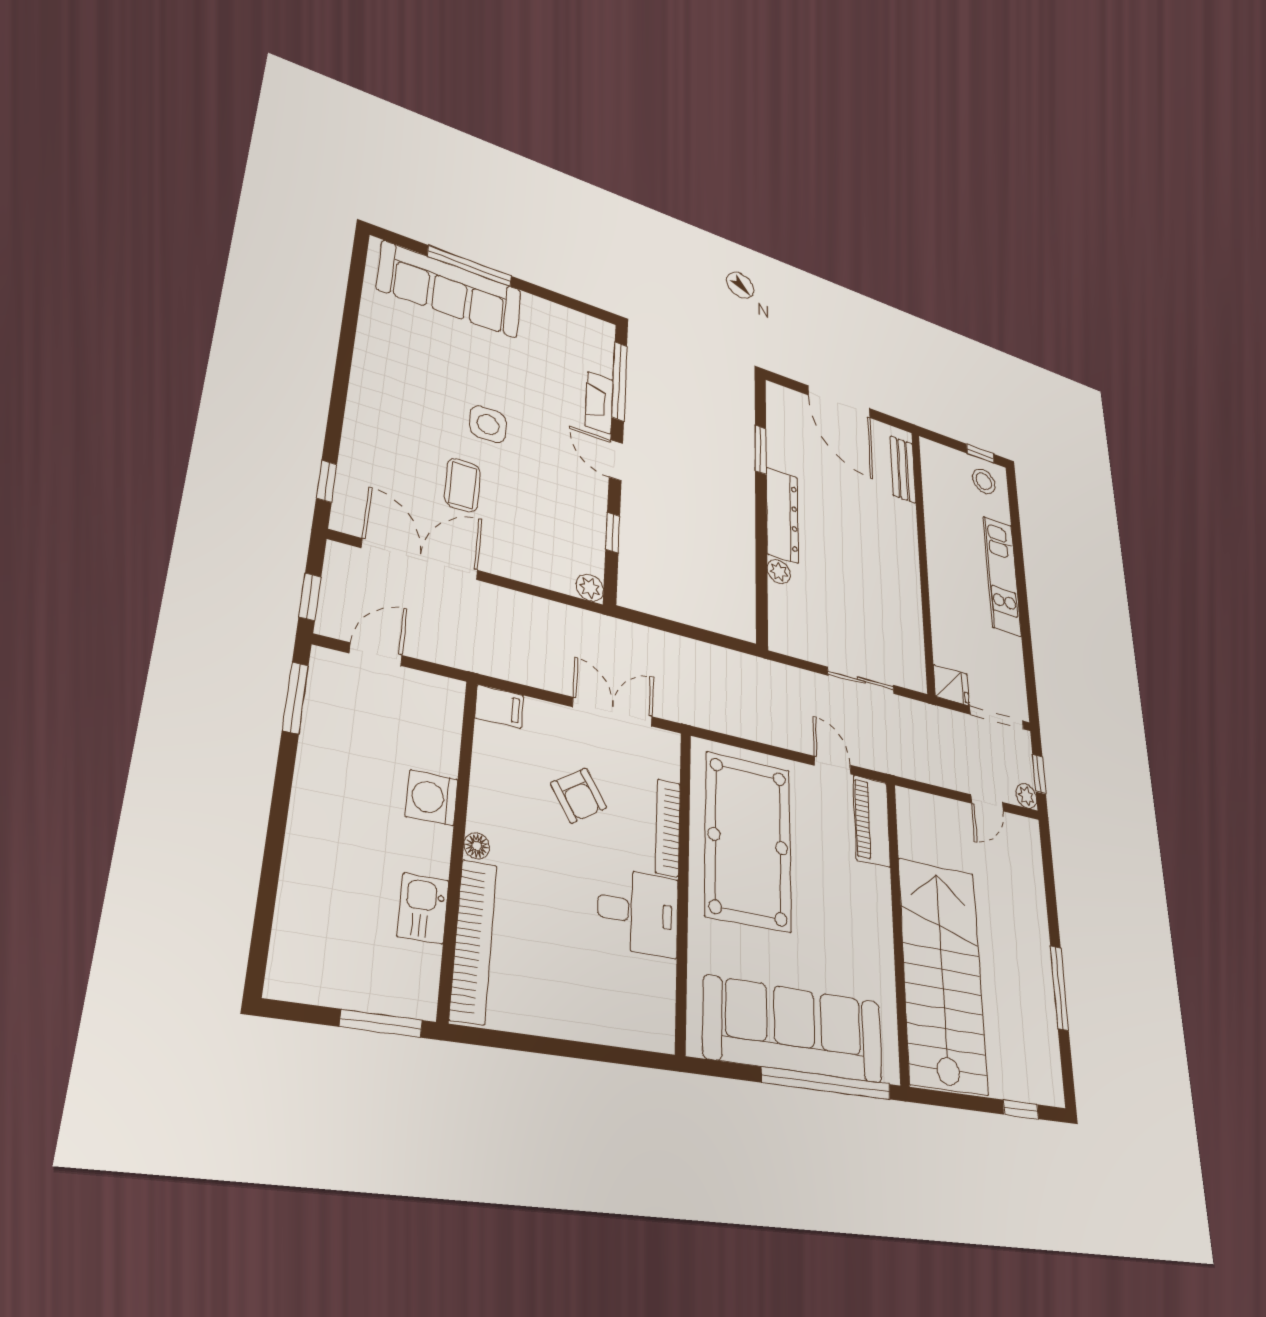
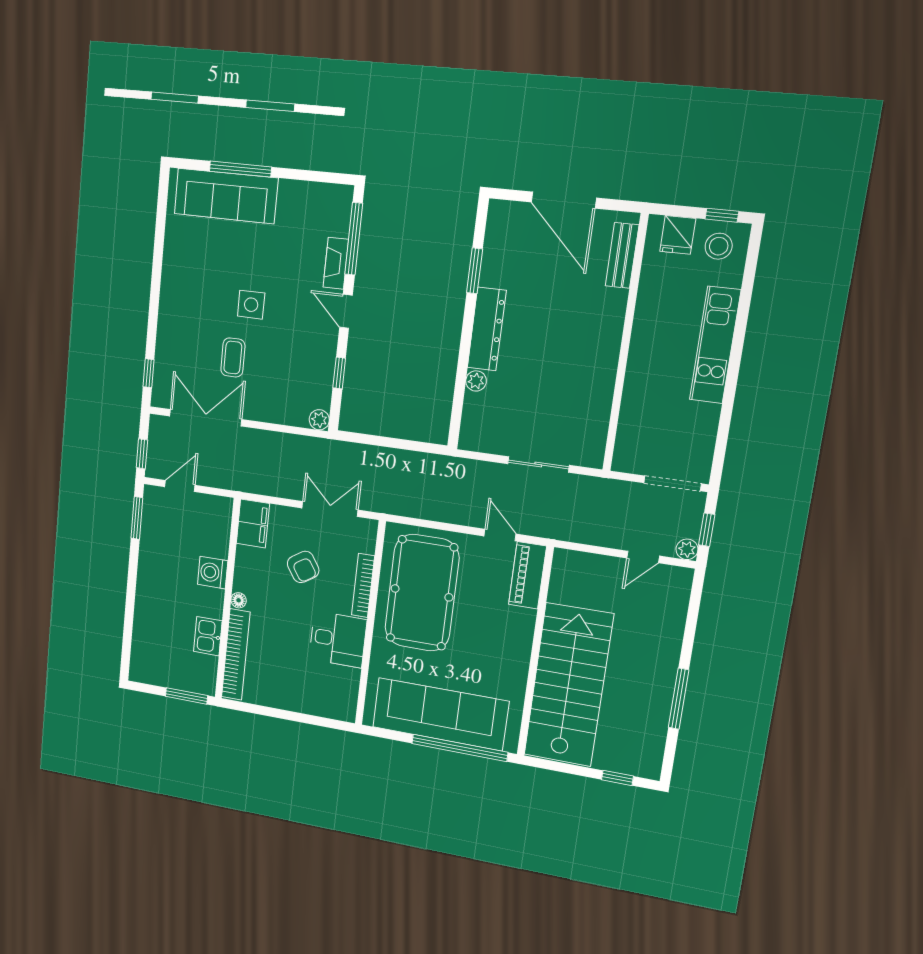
fridge: (951, 685) -> (678, 235), moved, turned 90
filing cabinet: (499, 707) -> (253, 524), width x2.00

